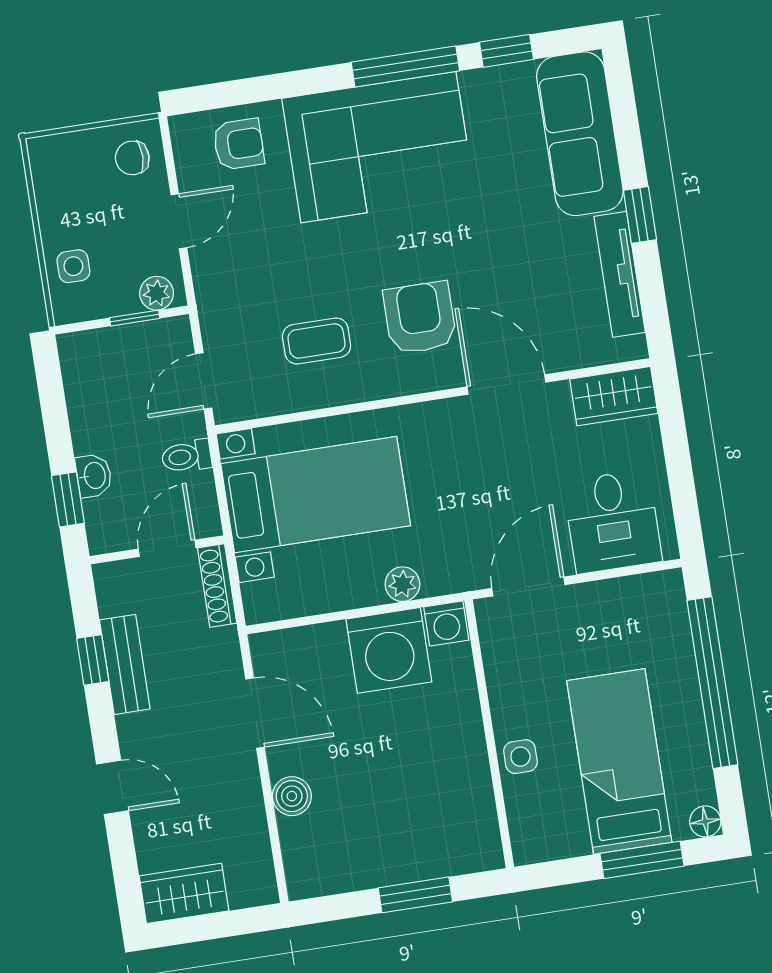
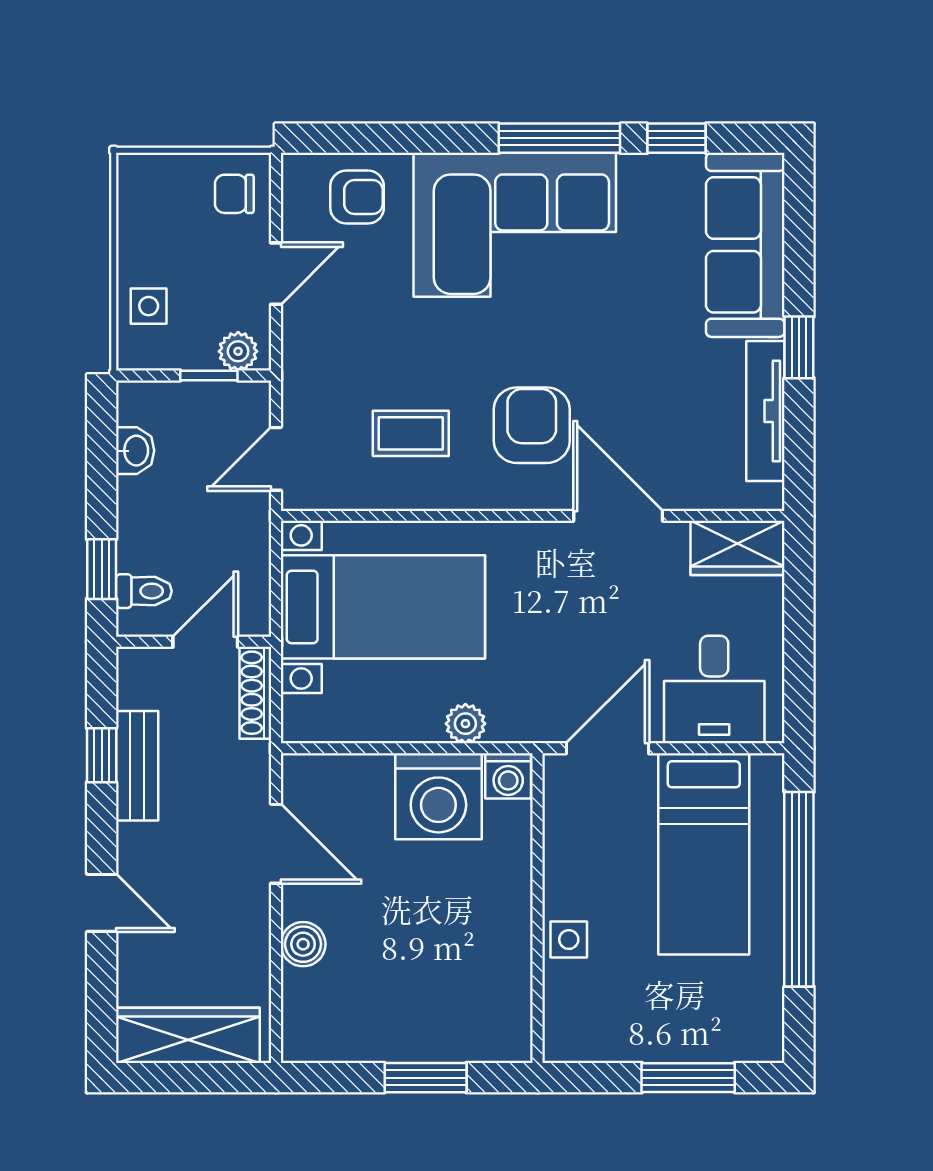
toilet: (186, 456) -> (144, 591), moved, turned 180
washbasin: (94, 476) -> (135, 451), moved
bed: (619, 762) -> (704, 854), moved, turned 180
floor lamp: (705, 821) -> (767, 1045), removed
wardrobe: (184, 893) -> (188, 1035), width x1.50

